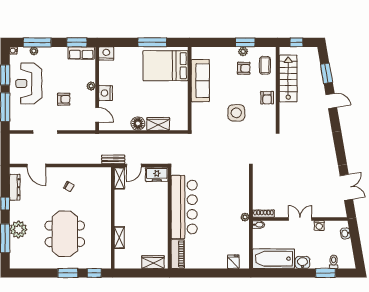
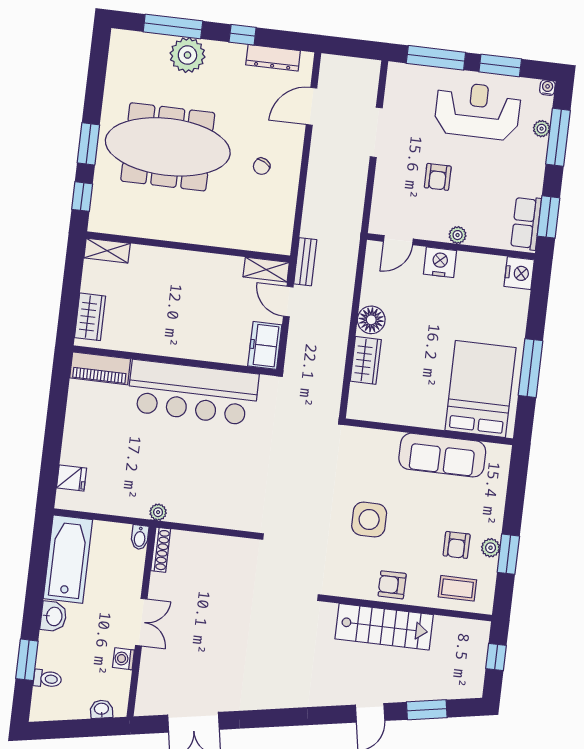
stairs: (288, 78) -> (384, 627), moved
meeting table: (65, 234) -> (168, 147), width x1.36
shelving: (119, 238) -> (107, 251), moved

